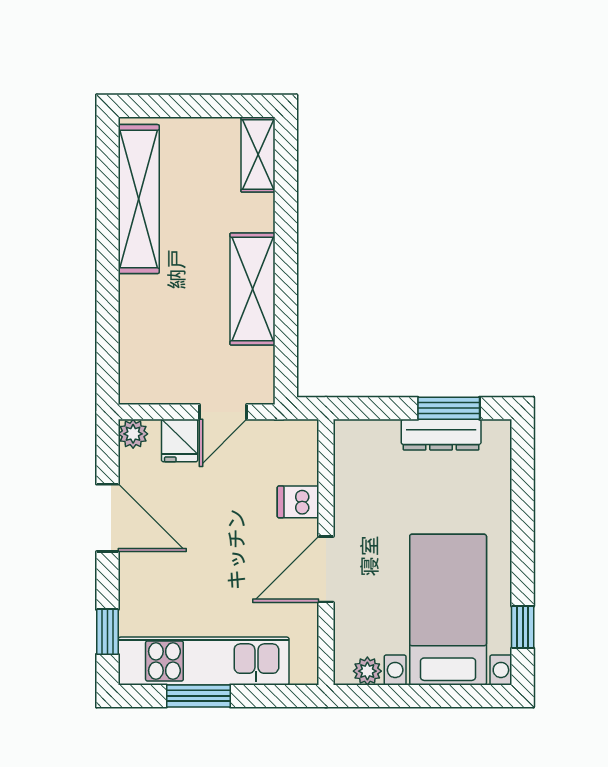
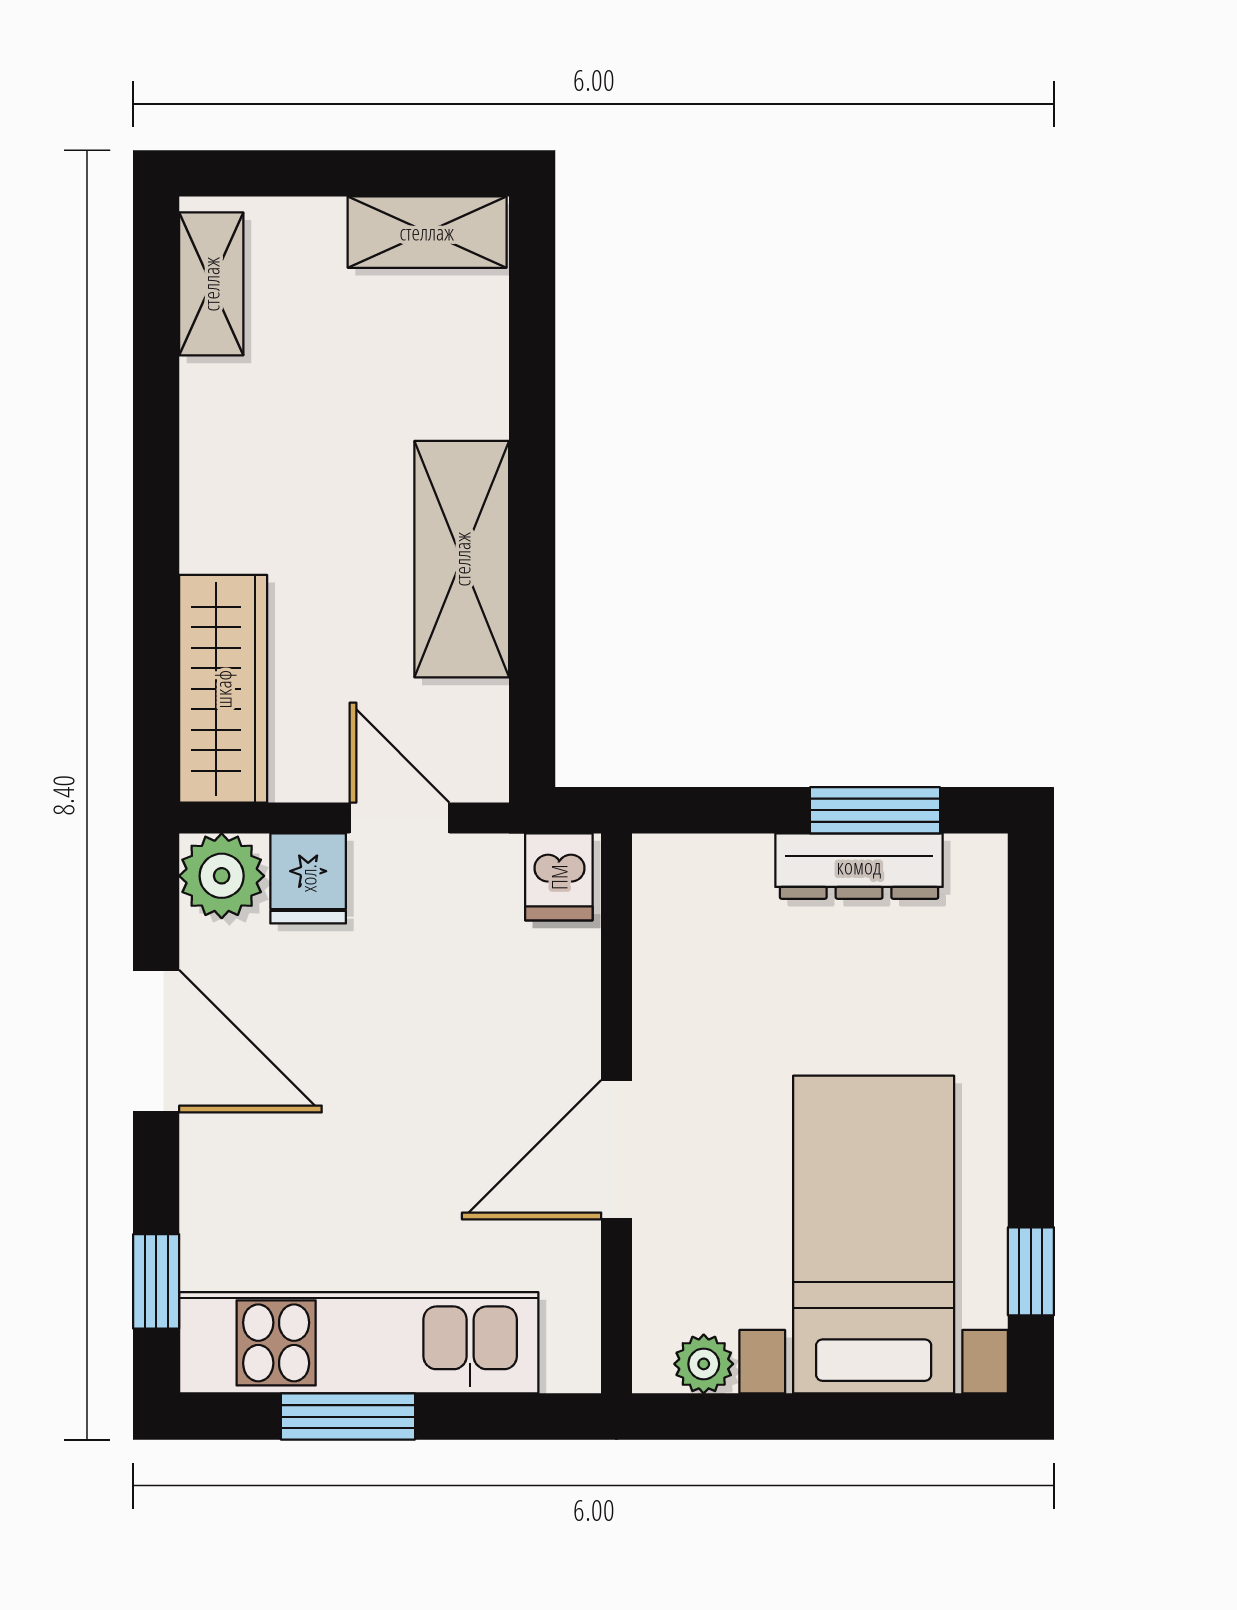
shelving: (258, 155) -> (427, 232), moved, turned 90
shelving: (139, 199) -> (211, 284), width x0.45, depth x0.75
wardrobe: (139, 351) -> (223, 689), added
door: (223, 412) -> (399, 818), swing flipped
plant: (133, 434) -> (222, 876), width x1.38, depth x1.38
dishwasher: (298, 502) -> (559, 877), moved, turned -90

